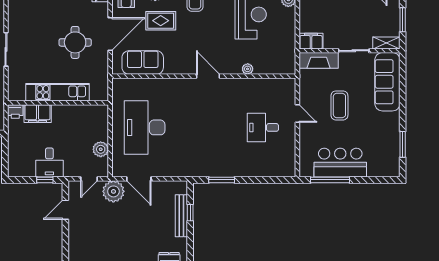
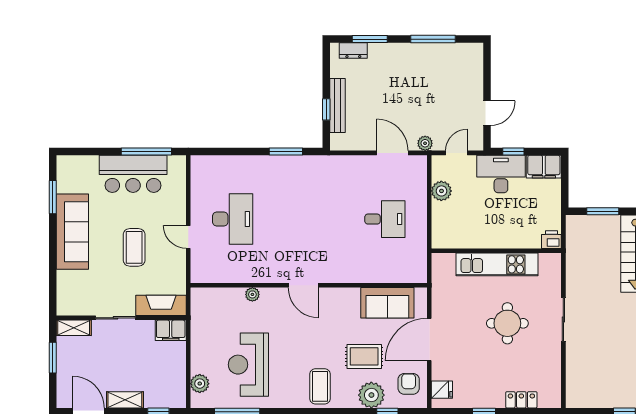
round table: (75, 42) -> (507, 323), moved
sofa: (387, 82) -> (72, 232), moved
filing cabinet: (38, 114) -> (544, 167), moved, turned 180
desk: (145, 127) -> (385, 219), width x0.53, depth x0.77
desk: (263, 127) -> (233, 219), width x1.37
desk: (49, 162) -> (501, 174), width x1.37
plant: (113, 191) -> (425, 143), width x0.53, depth x0.53

